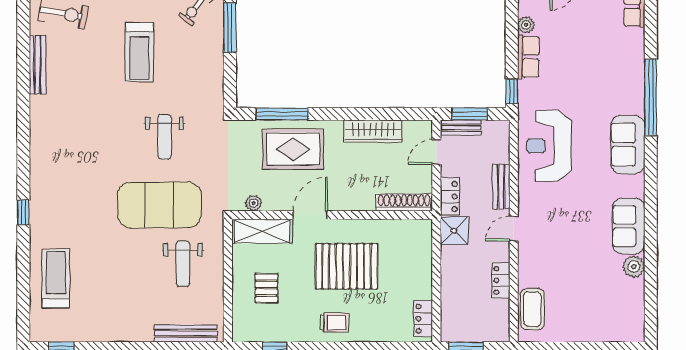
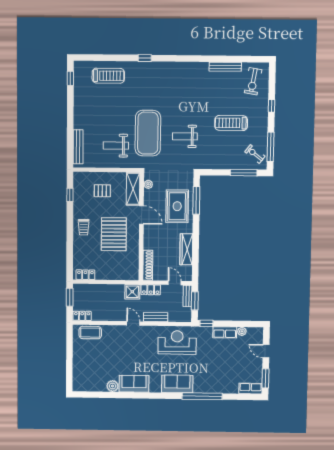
locker: (501, 280) -> (82, 316), moved

